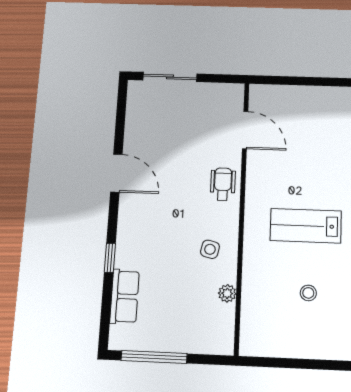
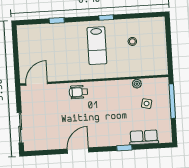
door: (245, 130) -> (37, 84), moved
side table: (210, 249) -> (147, 104), moved
window: (154, 357) -> (172, 101), moved

